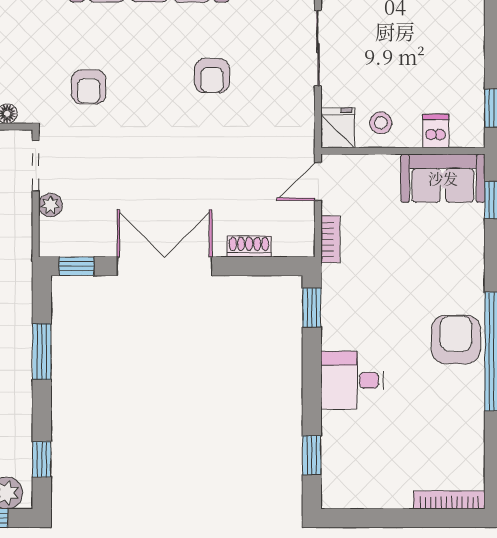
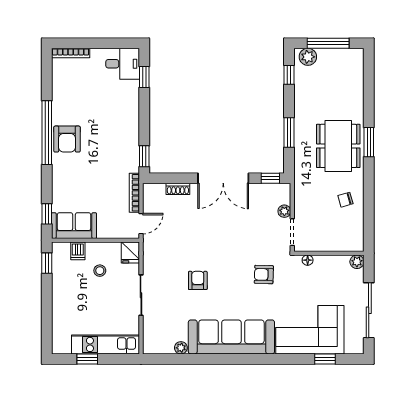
armchair: (89, 87) -> (264, 275), turned -88
stool: (381, 123) -> (100, 271), moved
bookcase: (330, 239) -> (134, 193), width x1.56
desk: (352, 380) -> (123, 64), moved

